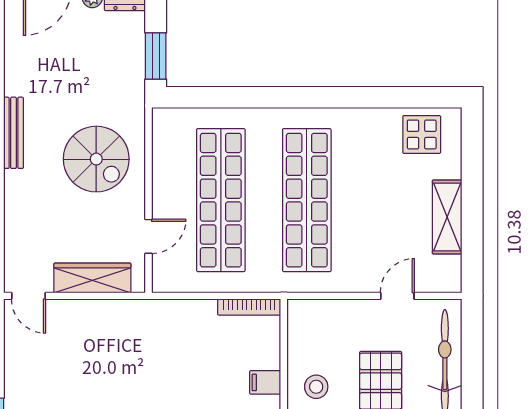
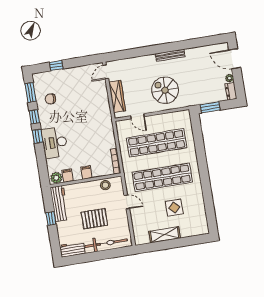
display table: (422, 134) -> (174, 208), moved
spiral stairs: (96, 159) -> (165, 90), turned 90
door: (397, 296) -> (127, 202), moved
stool: (316, 387) -> (105, 185), moved

